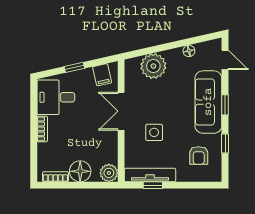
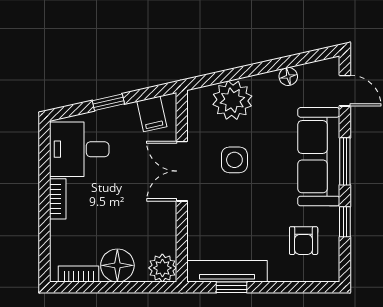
window: (225, 105) -> (345, 161), width x1.50
side table: (154, 132) -> (234, 160), moved

